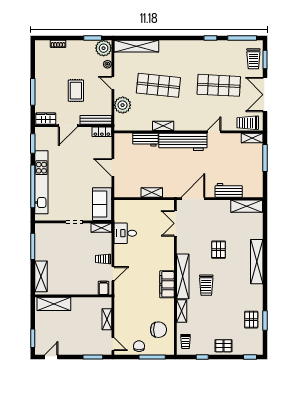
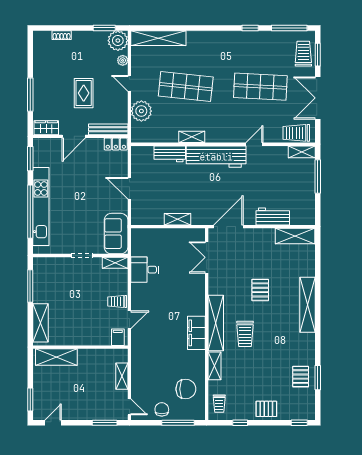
trolley: (253, 59) -> (303, 54), turned 180

